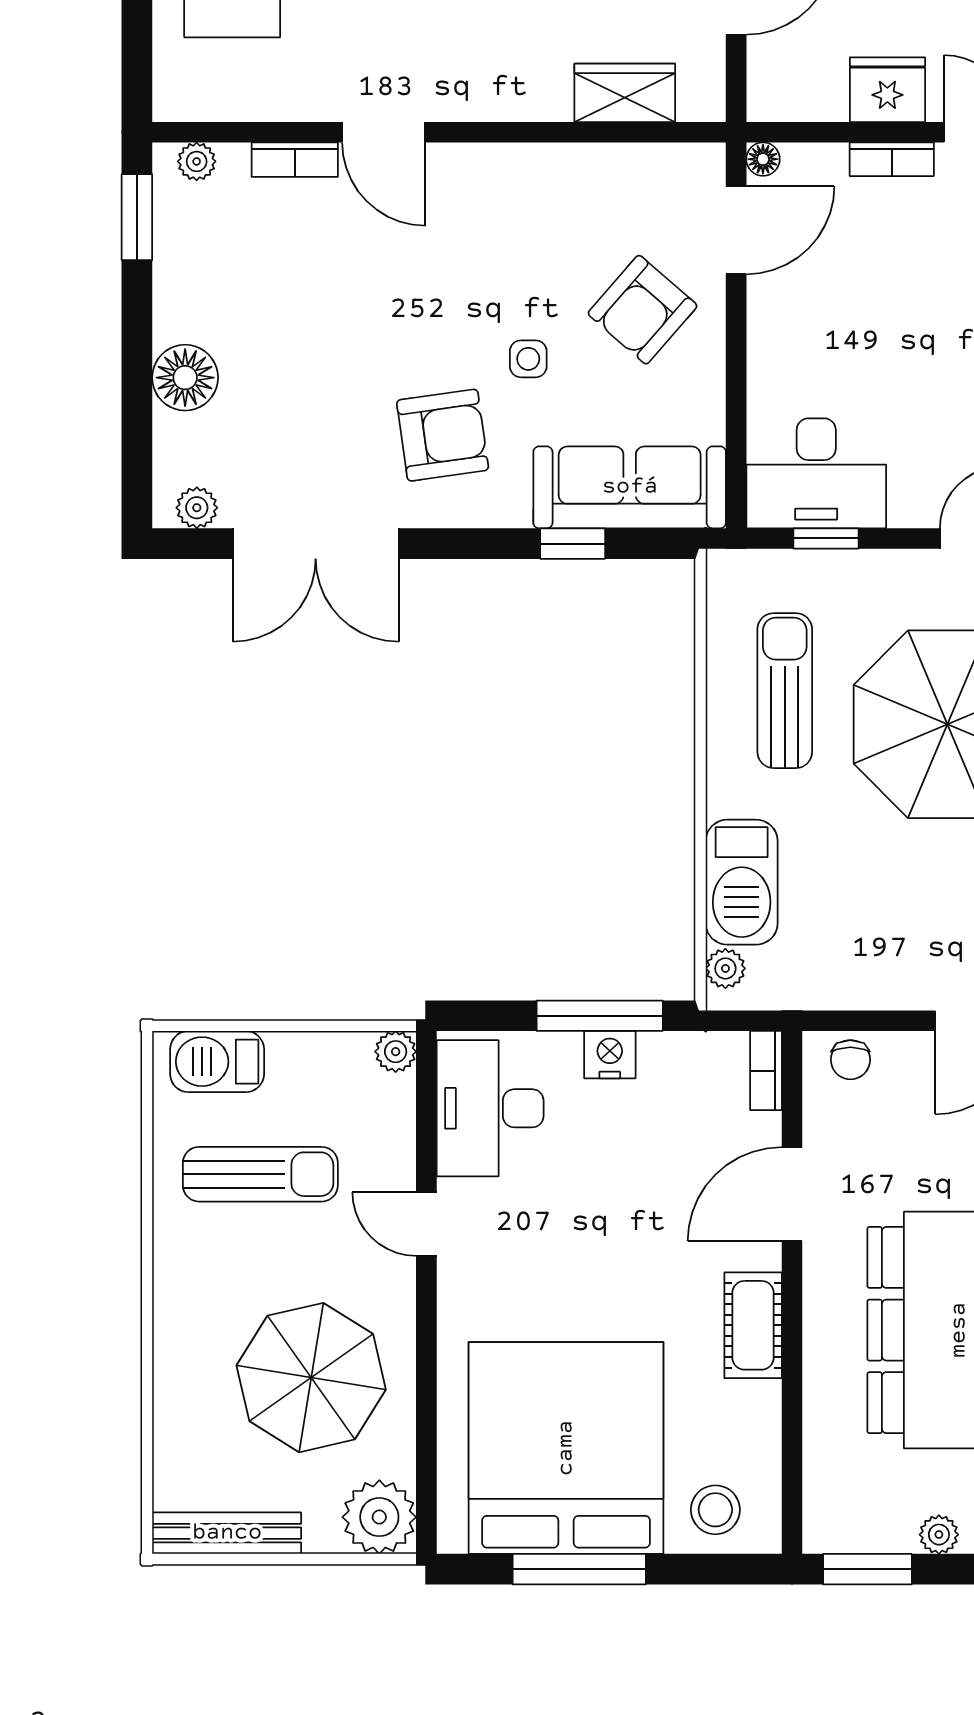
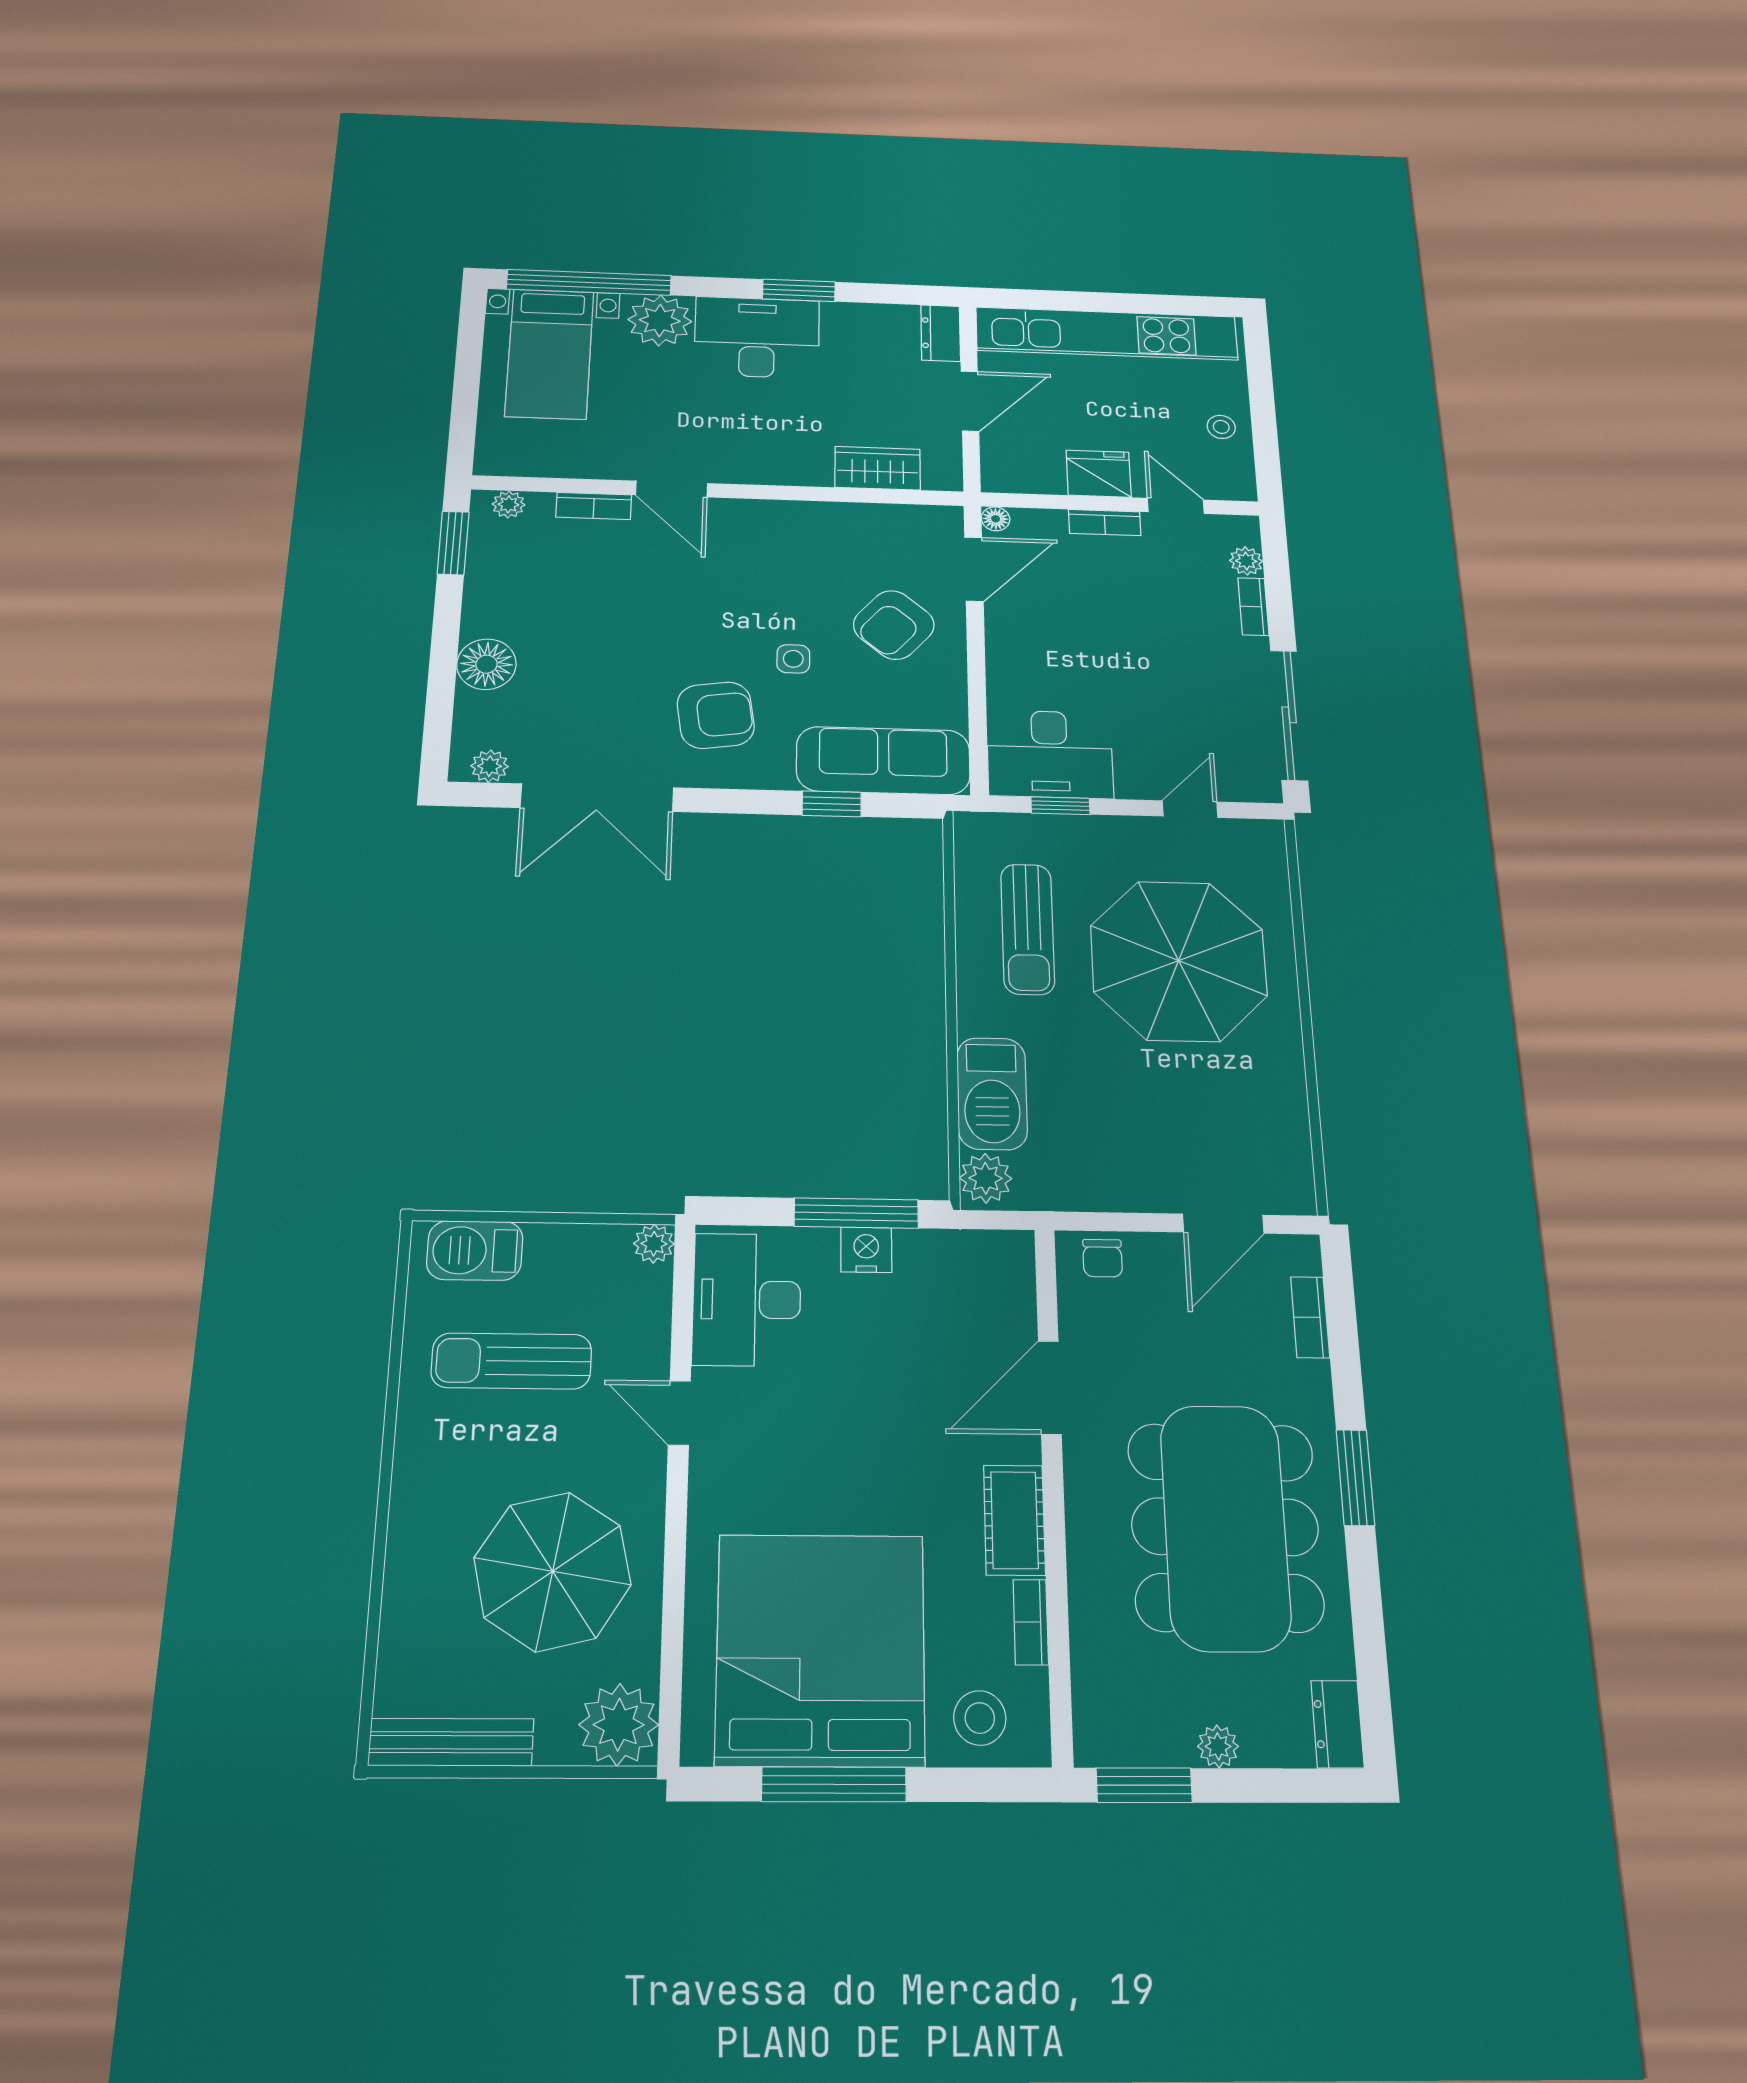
sun lounger: (785, 691) -> (1028, 929), turned 180
plant: (725, 968) -> (986, 1178), width x1.38, depth x1.38
bookcase: (766, 1071) -> (1031, 1622), moved
sun lounger: (260, 1174) -> (511, 1361), turned 180

